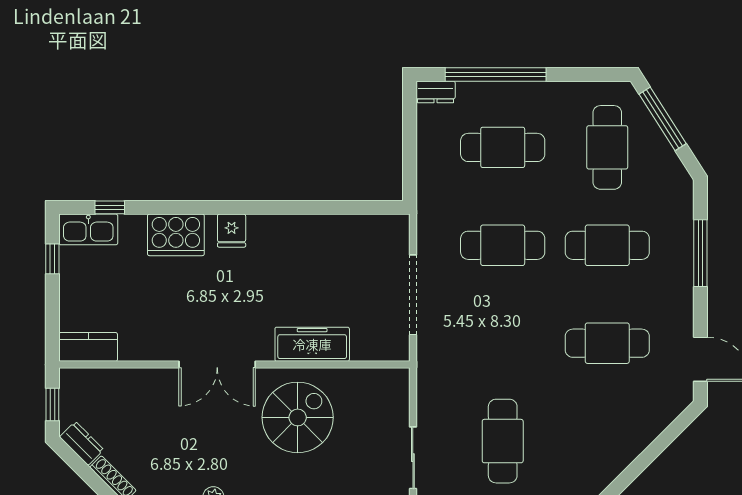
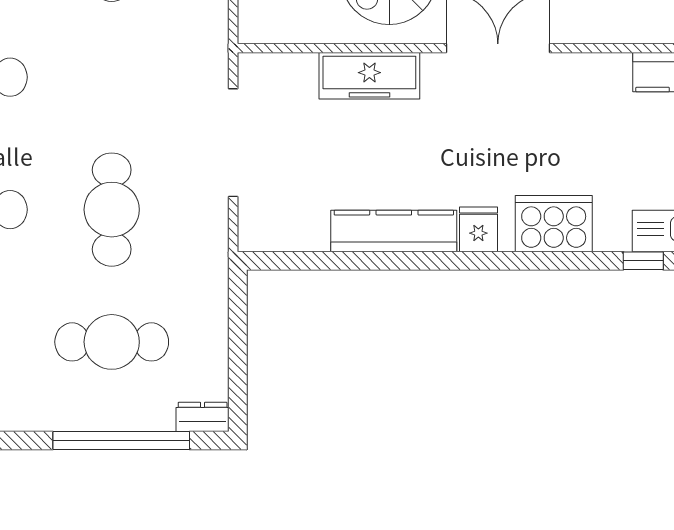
kitchen counter: (294, 229) -> (394, 231), added
cafe table: (503, 245) -> (112, 210), turned 90

